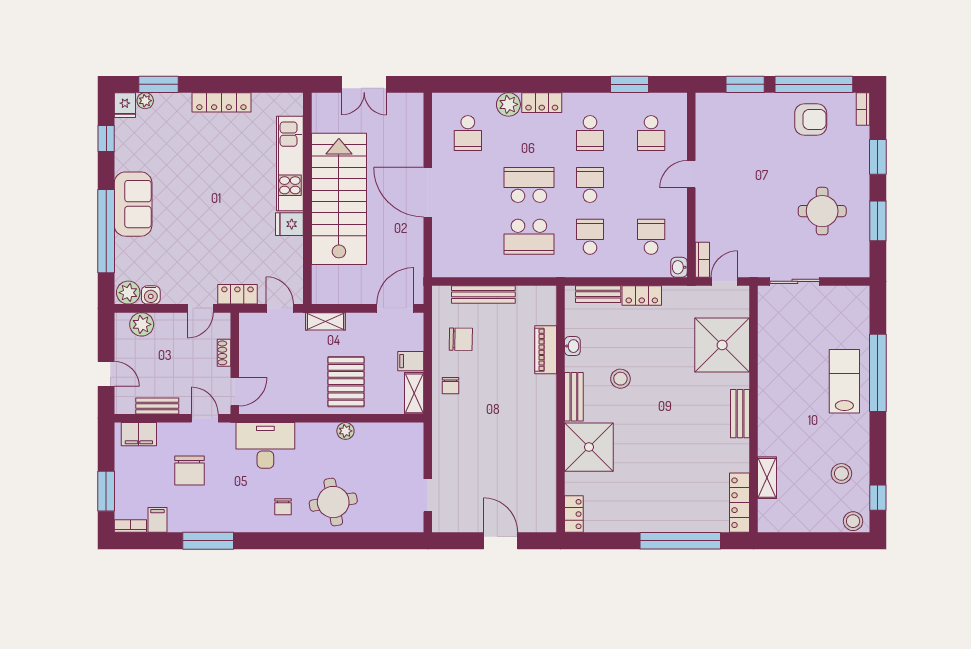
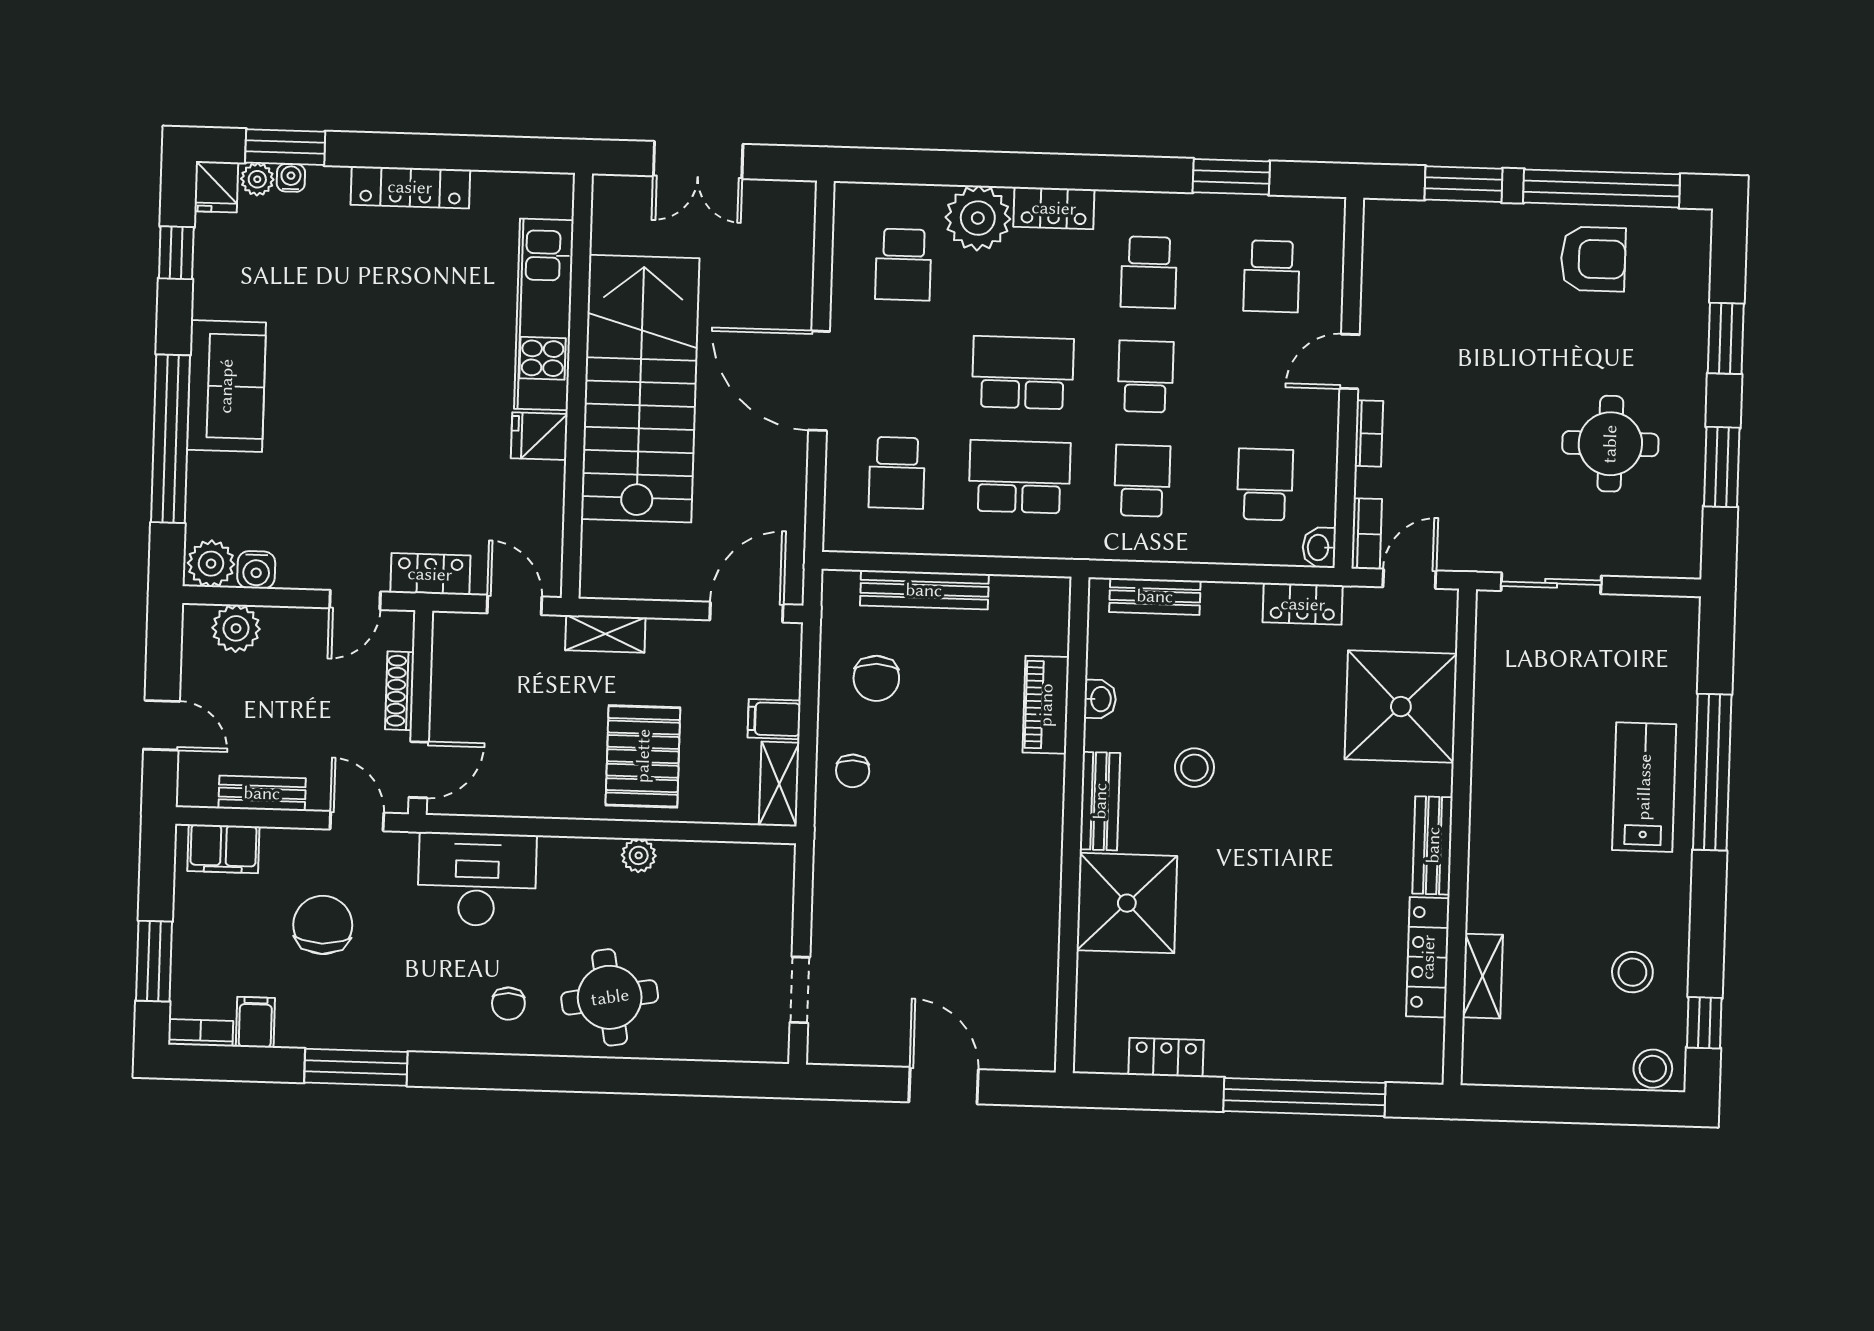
water cooler: (162, 99) -> (291, 178), added
plant: (508, 104) -> (978, 218), width x1.36, depth x1.36
bookcase: (863, 109) -> (1369, 433), moved, turned 180
school desk: (468, 237) -> (897, 473), added
school desk: (529, 237) -> (1020, 477), turned 180
locker: (642, 295) -> (1303, 604), moved
chair: (461, 339) -> (876, 678), turned 89
shoe rack: (224, 353) -> (400, 691), width x1.43
chair: (189, 471) -> (323, 925), turned 180
locker: (739, 503) -> (1428, 957), moved
locker: (574, 514) -> (1166, 1057), moved, turned -90

